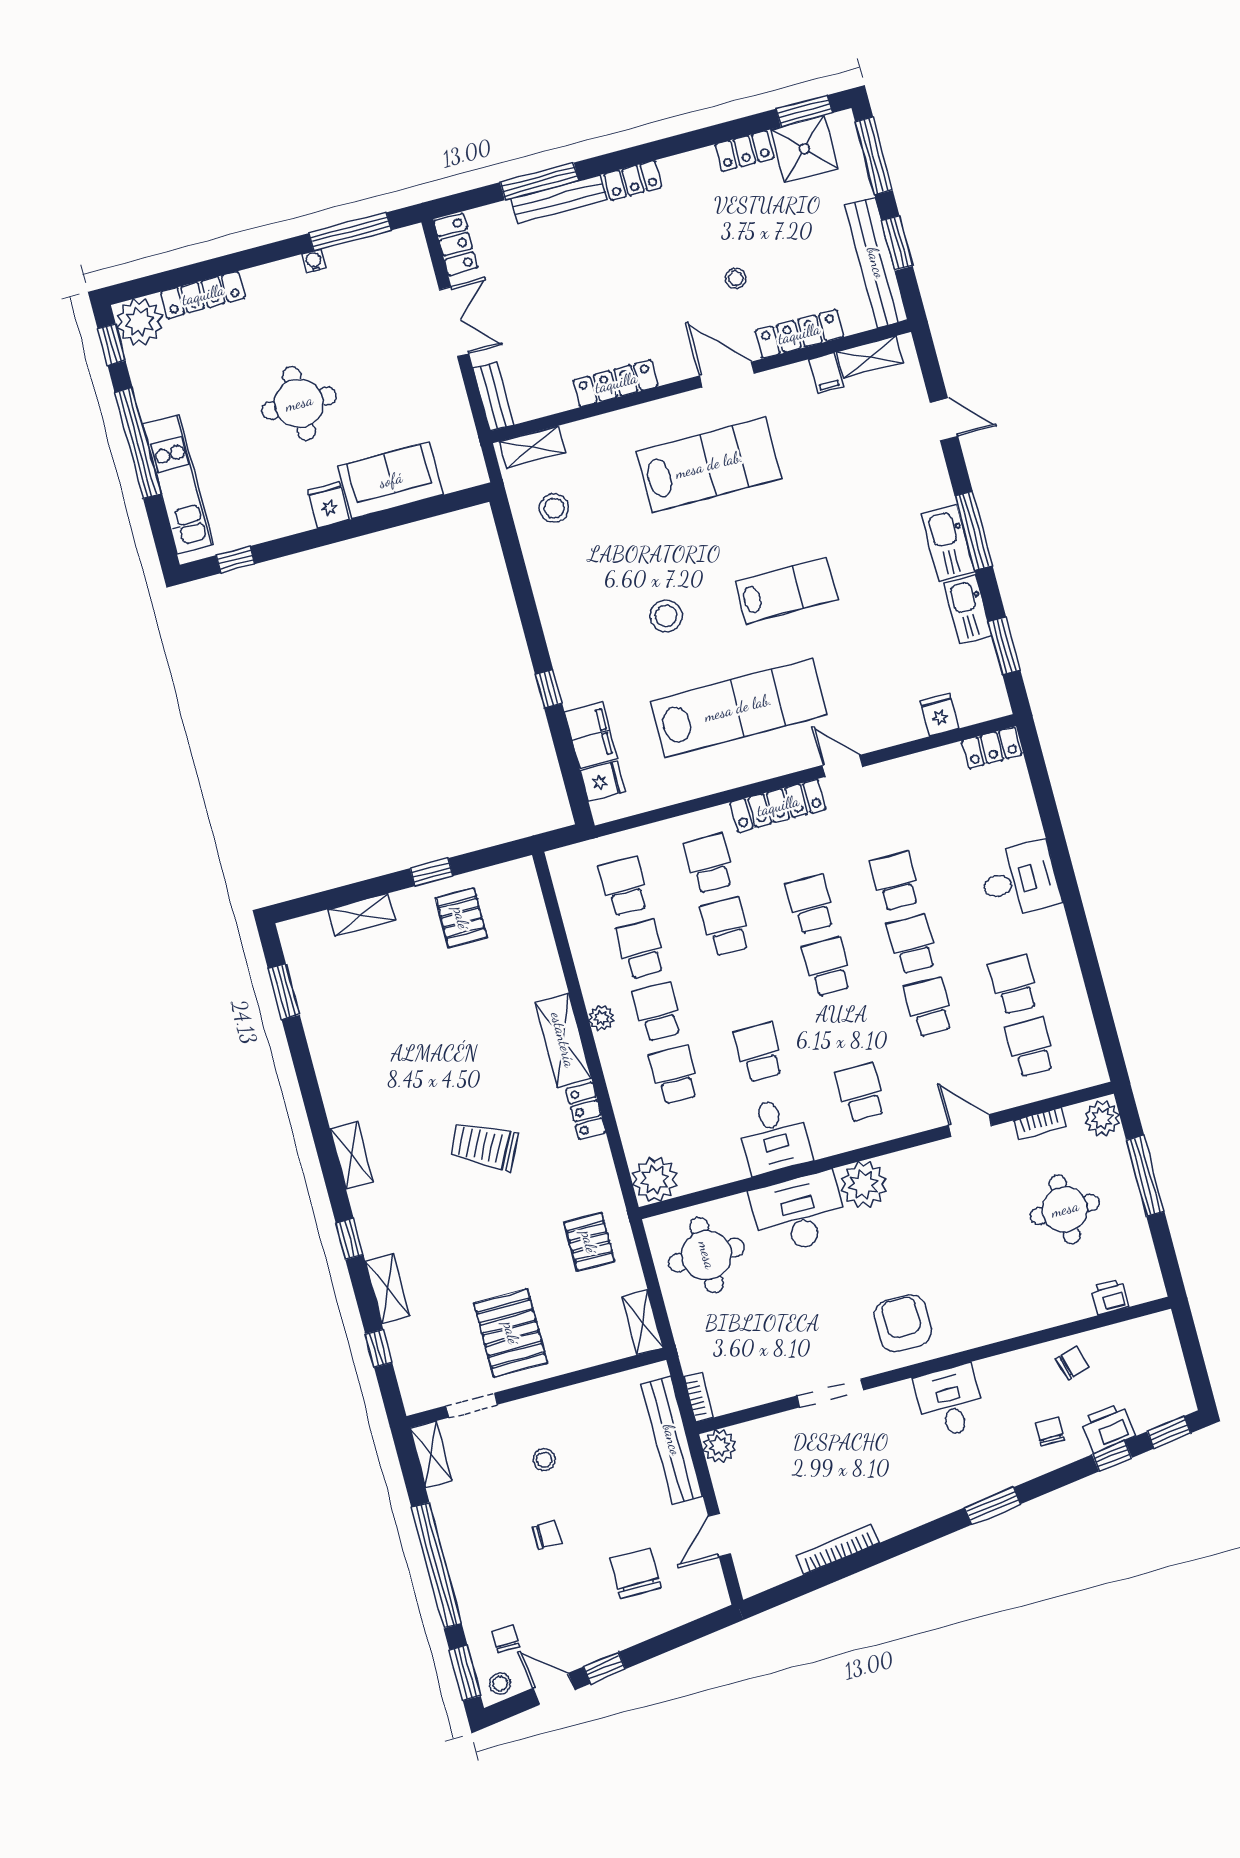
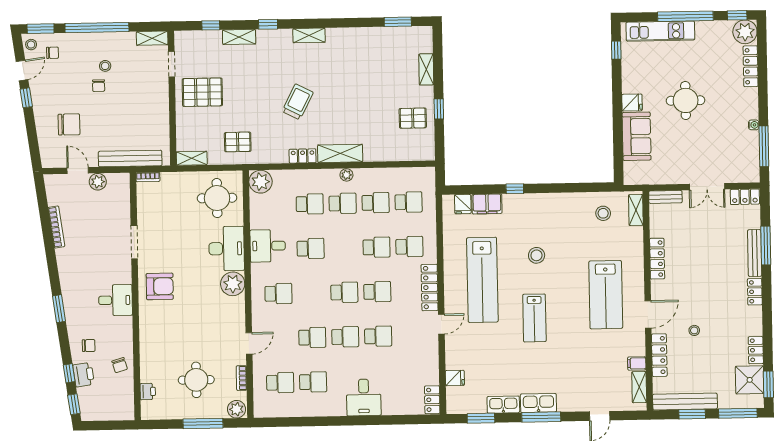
plant: (719, 1446) -> (98, 182), moved
stool: (544, 1460) -> (105, 66), moved

